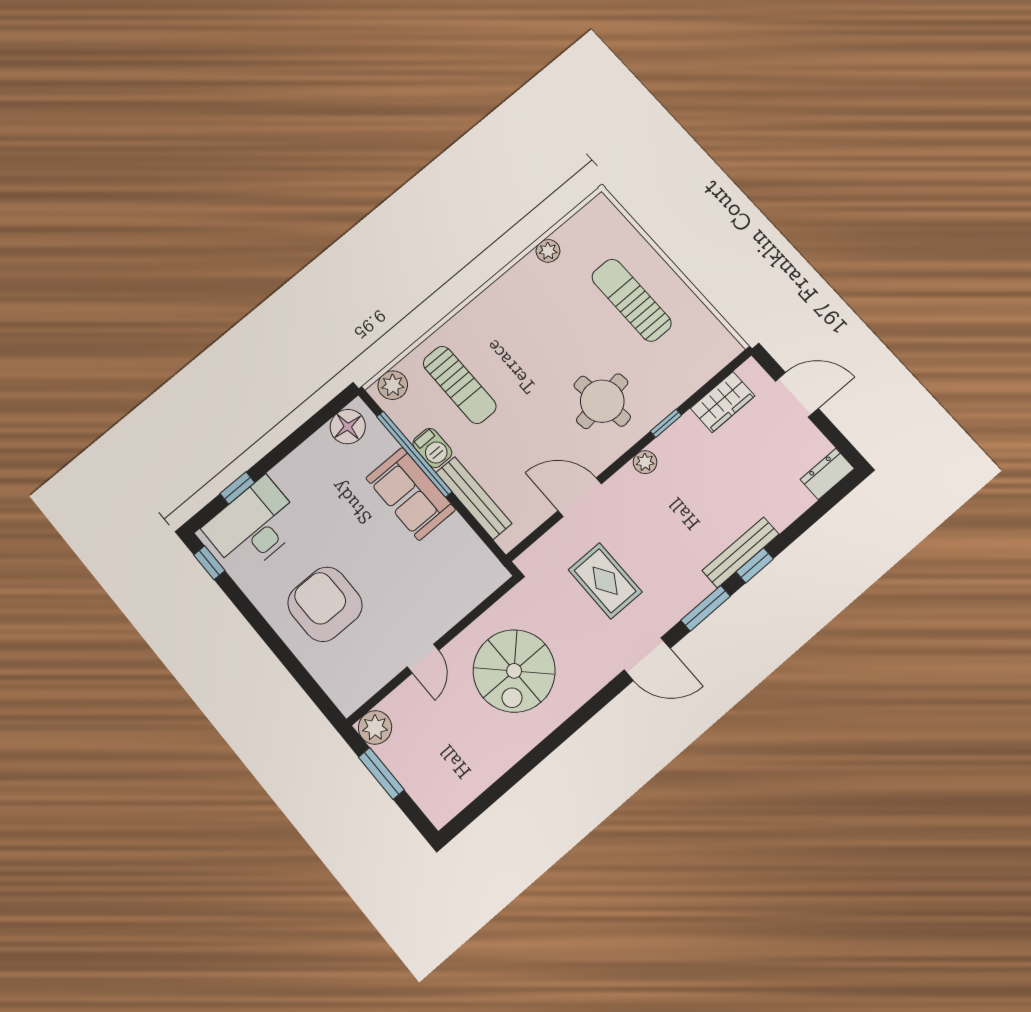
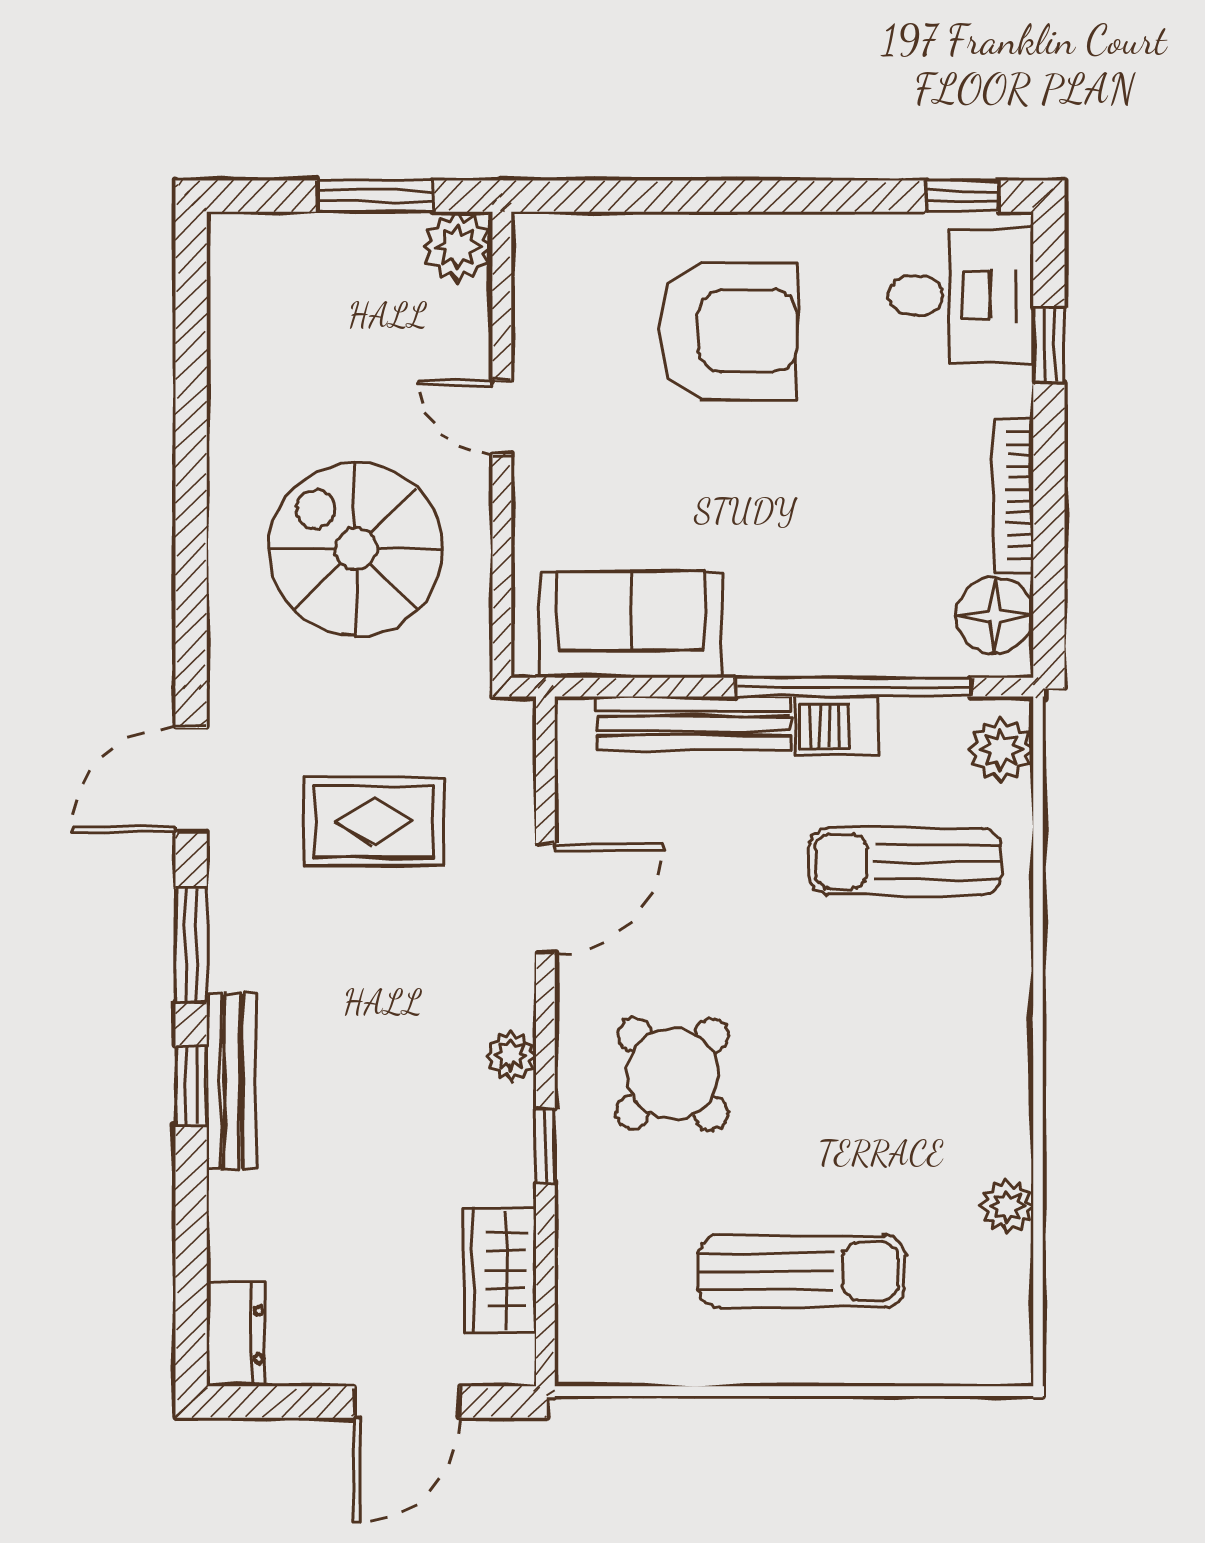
round table: (602, 401) -> (673, 1074), turned -36
bookcase: (300, 456) -> (1014, 495), added
sofa: (411, 494) -> (631, 625), moved
desk: (254, 526) -> (961, 295), width x0.73

